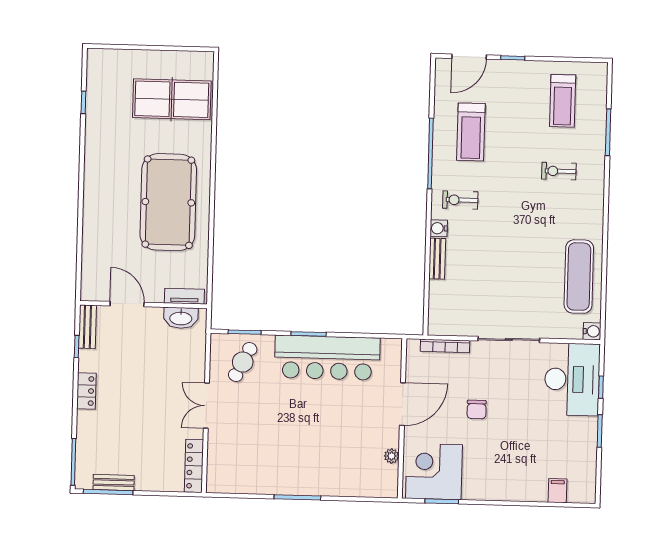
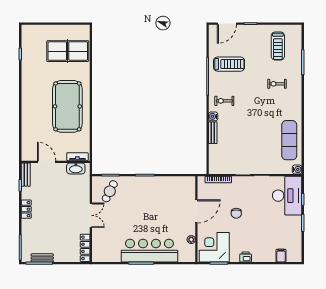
treadmill: (471, 132) -> (229, 64), turned -90
bar counter: (327, 358) -> (149, 251), moved, turned 180
double door: (206, 406) -> (91, 215), swing flipped
printer: (492, 491) -> (246, 257), added

